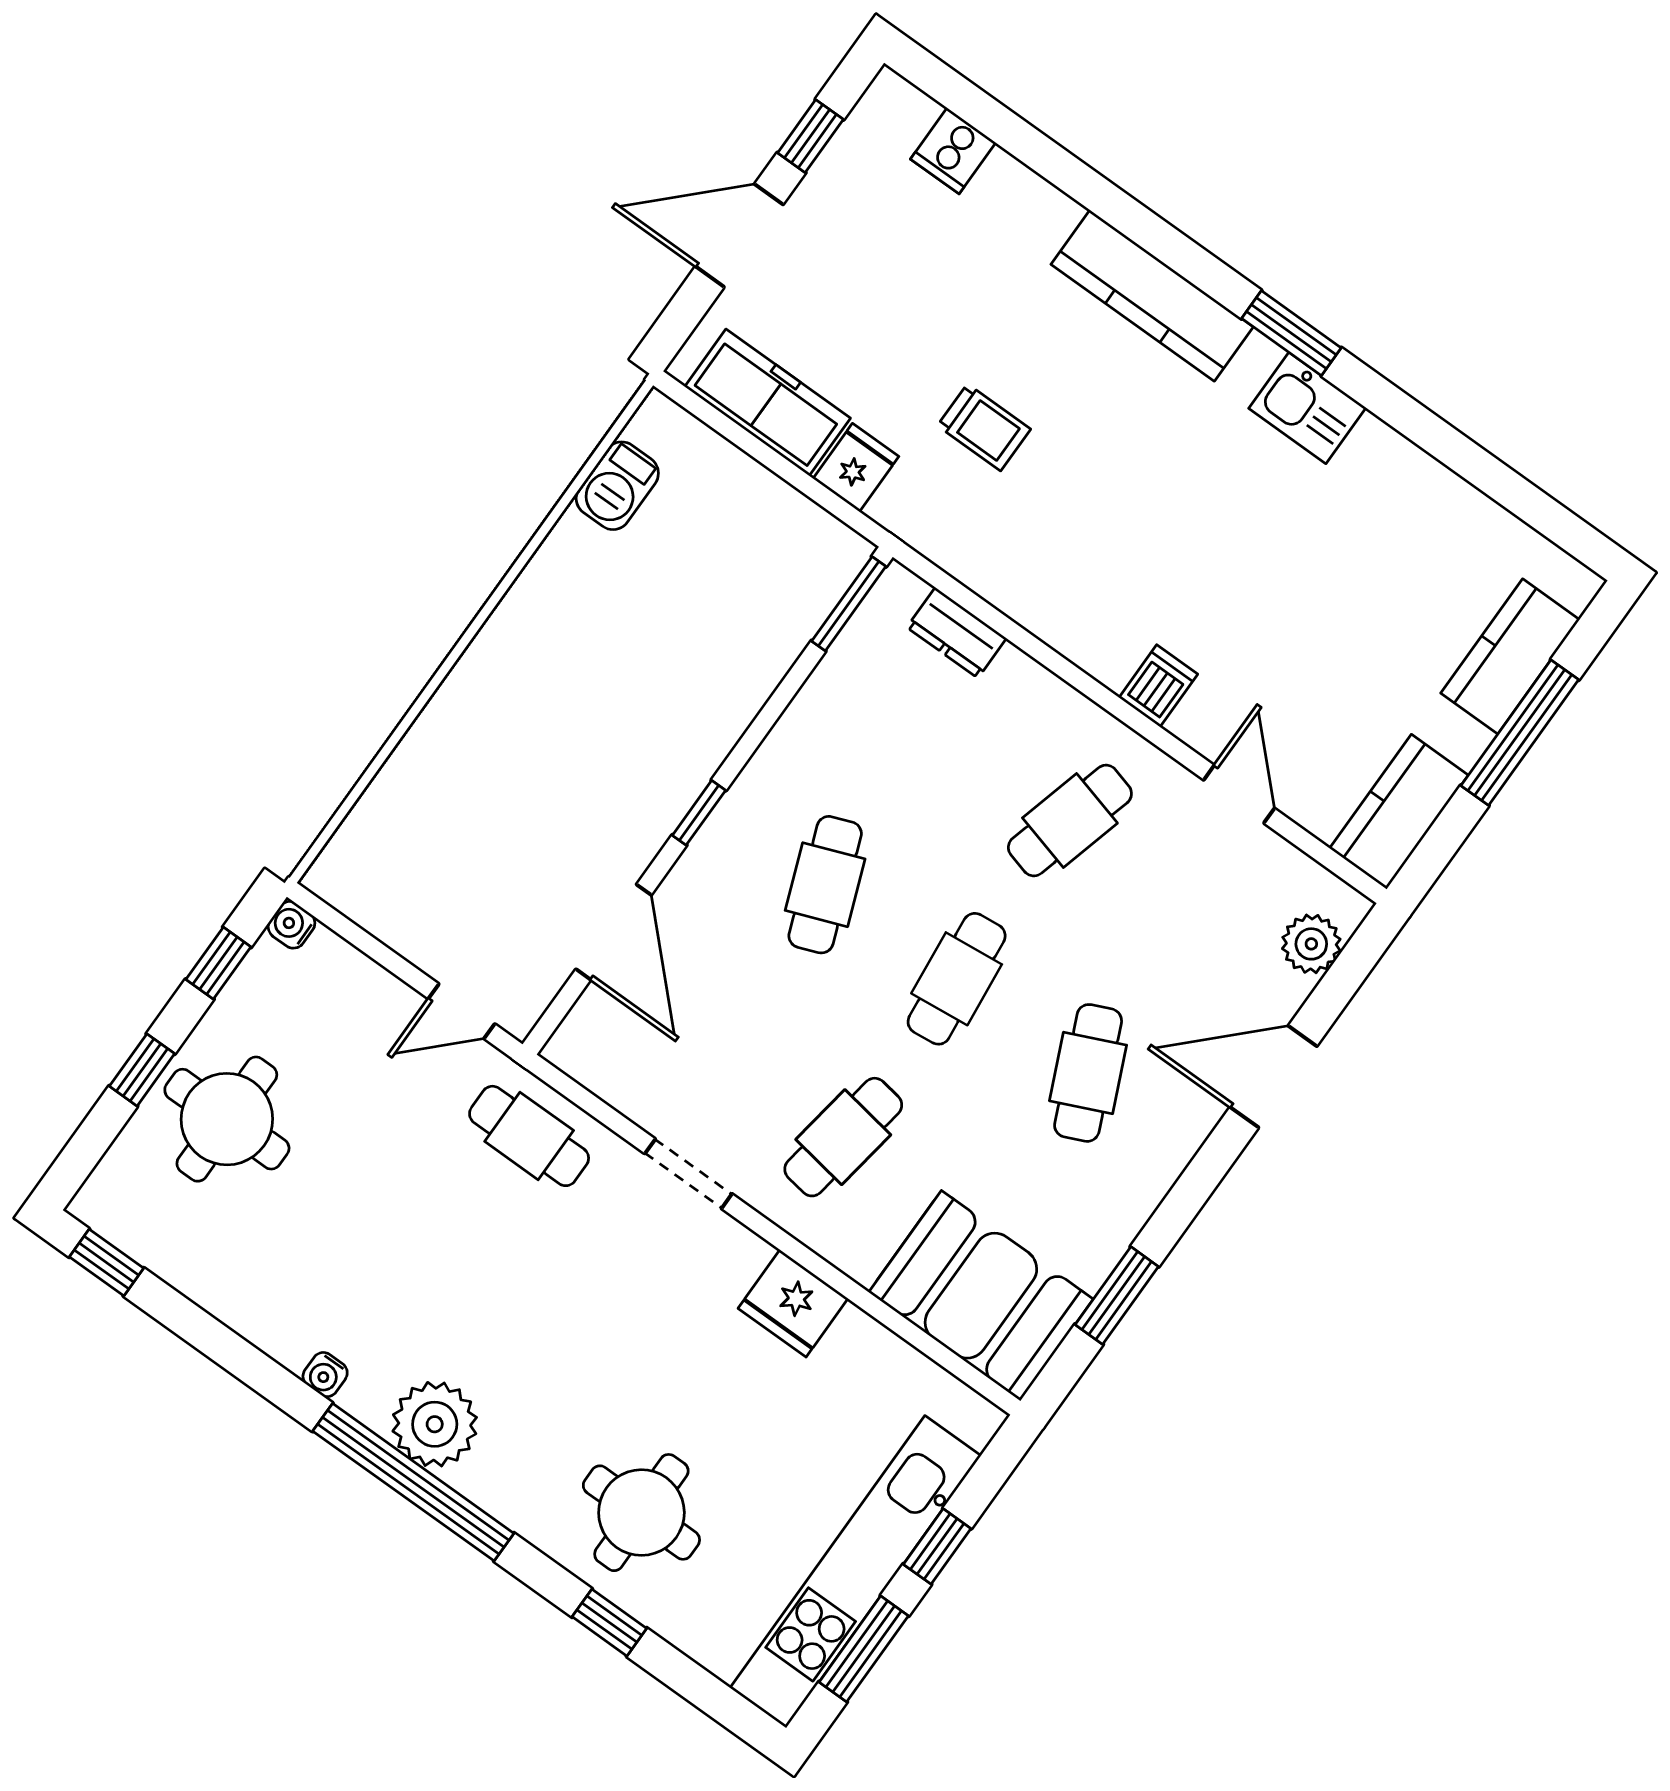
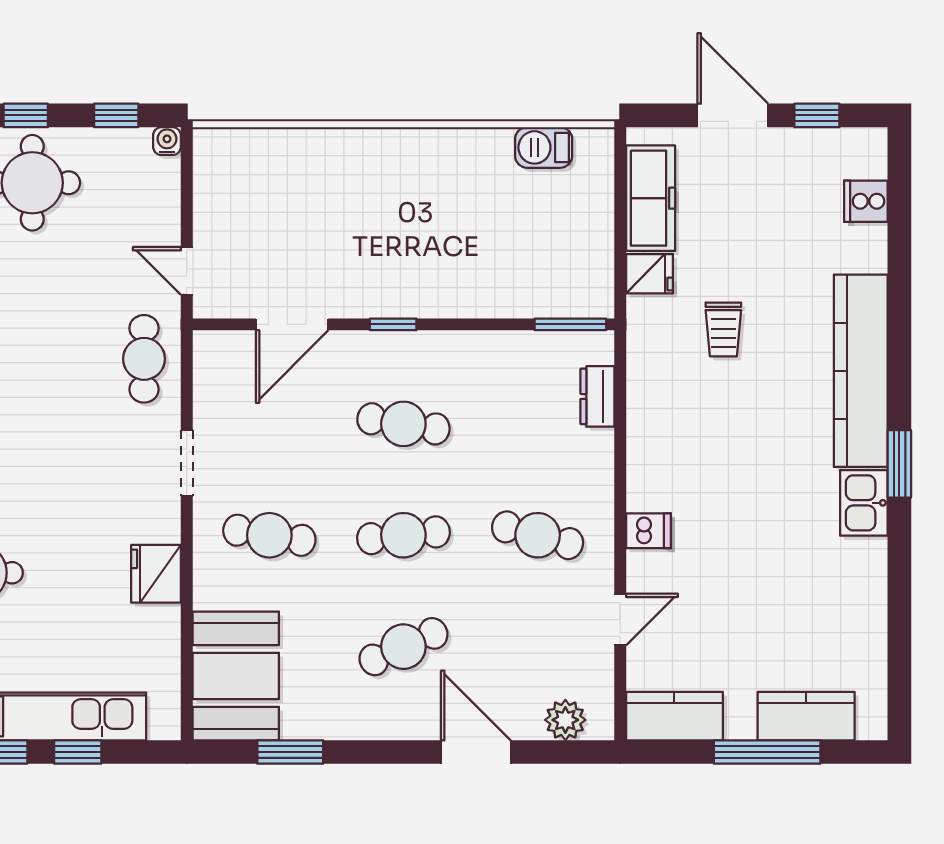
kitchen counter: (1152, 296) -> (861, 371), width x1.39, depth x1.17
cafe table: (825, 885) -> (403, 424), turned 30

